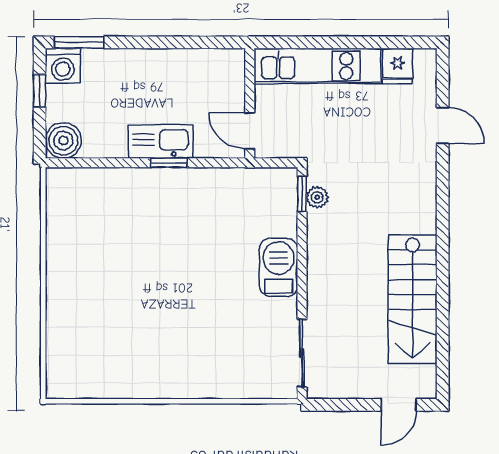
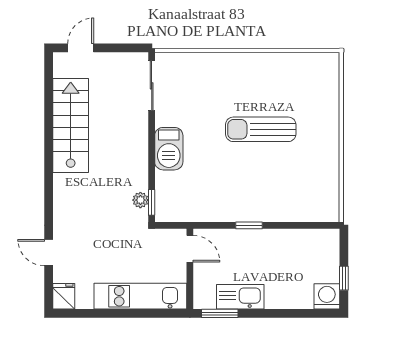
window: (79, 42) -> (220, 313), moved
fridge: (398, 66) -> (64, 296), moved
boiler: (63, 140) -> (327, 242), removed
kitchen sink: (161, 141) -> (240, 297), moved, turned 180
sun lounger: (153, 294) -> (261, 129), added

